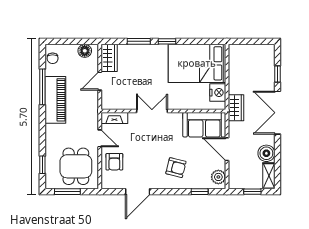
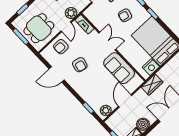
armchair: (143, 70) -> (125, 15), added
plant: (91, 121) -> (71, 13), added
sofa: (204, 125) -> (119, 68), moved
armchair: (176, 168) -> (80, 65), moved

